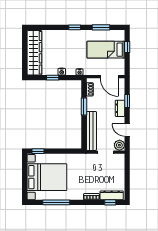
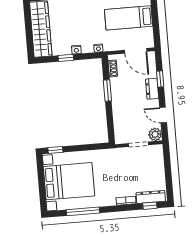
window: (127, 47) -> (155, 12), removed
bench: (91, 131) -> (119, 120), removed

